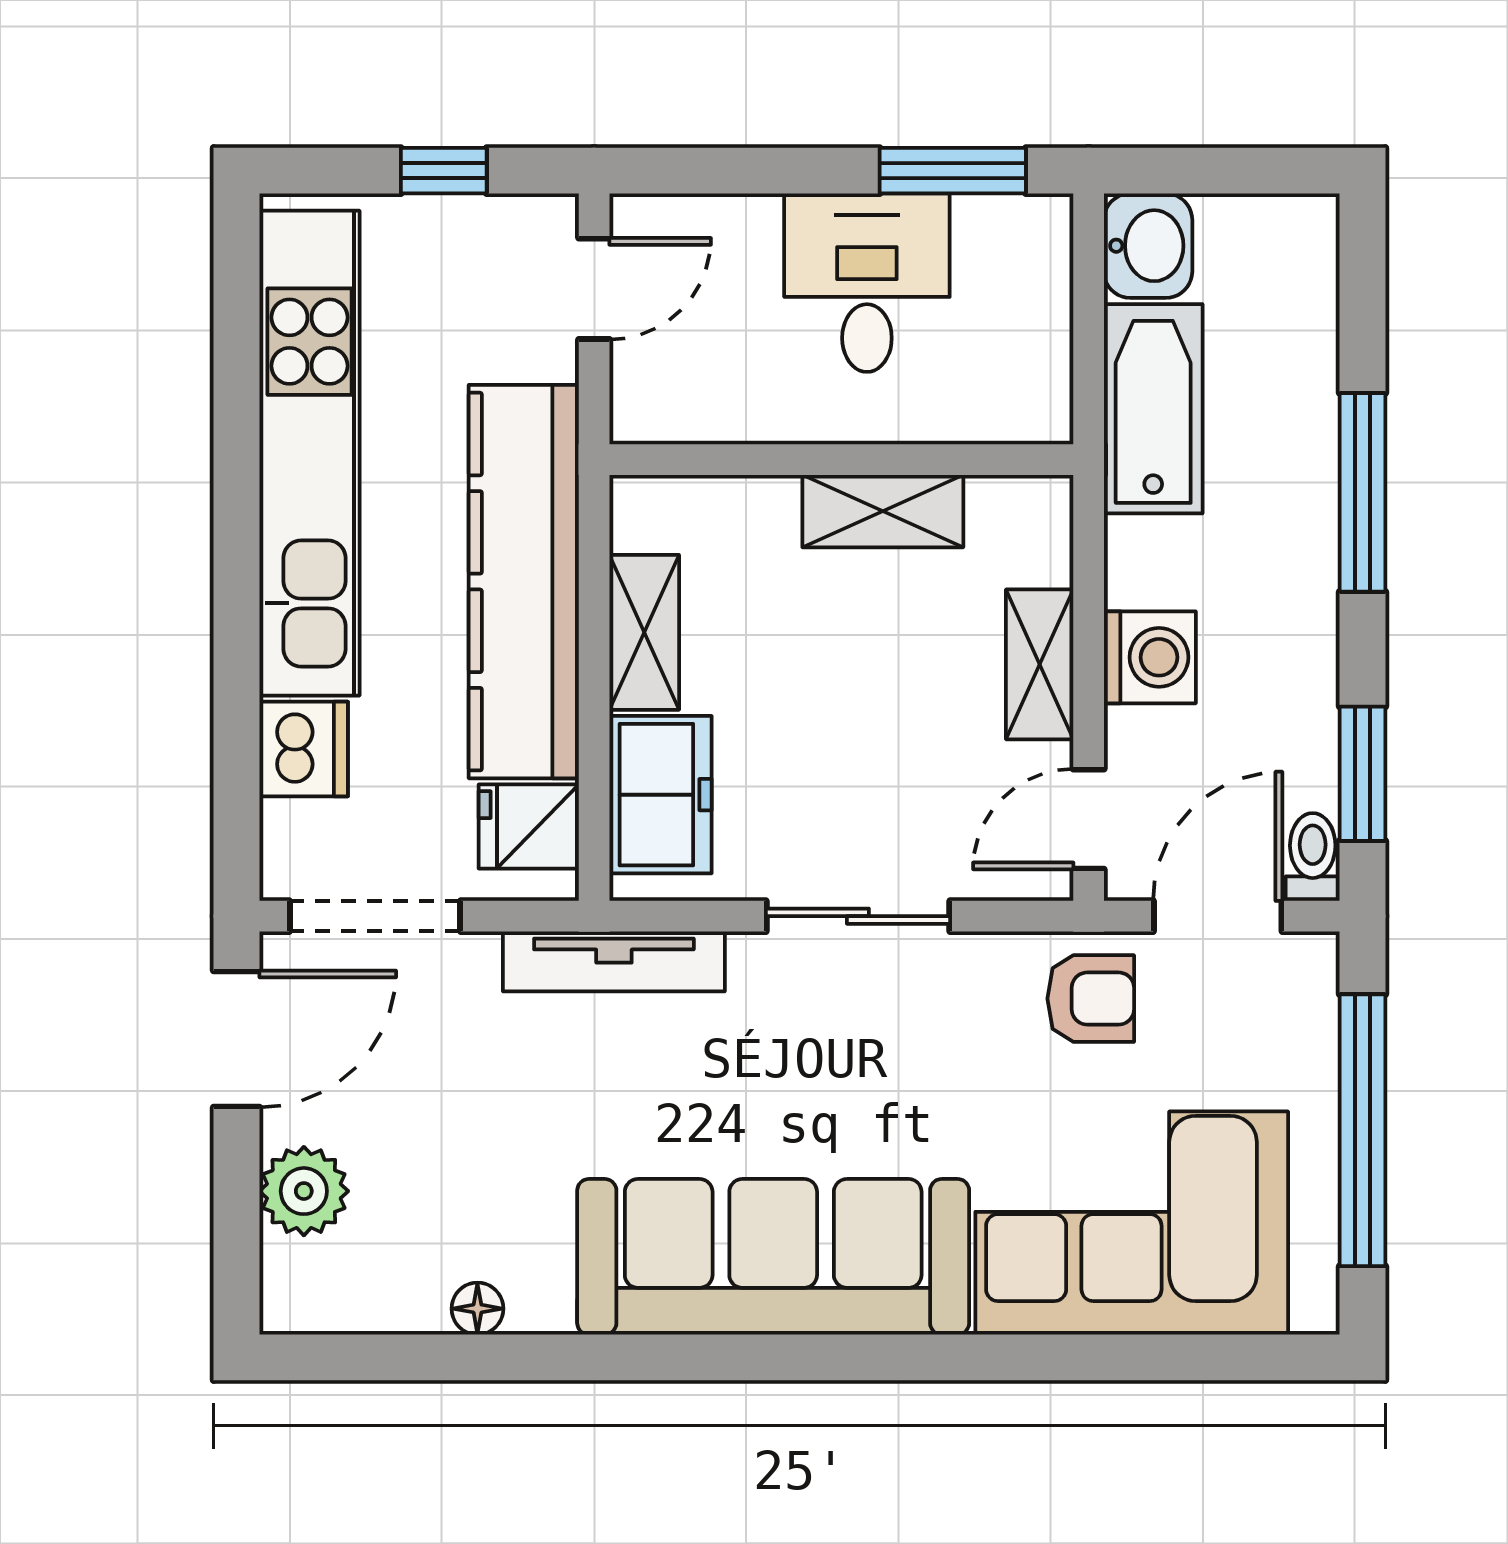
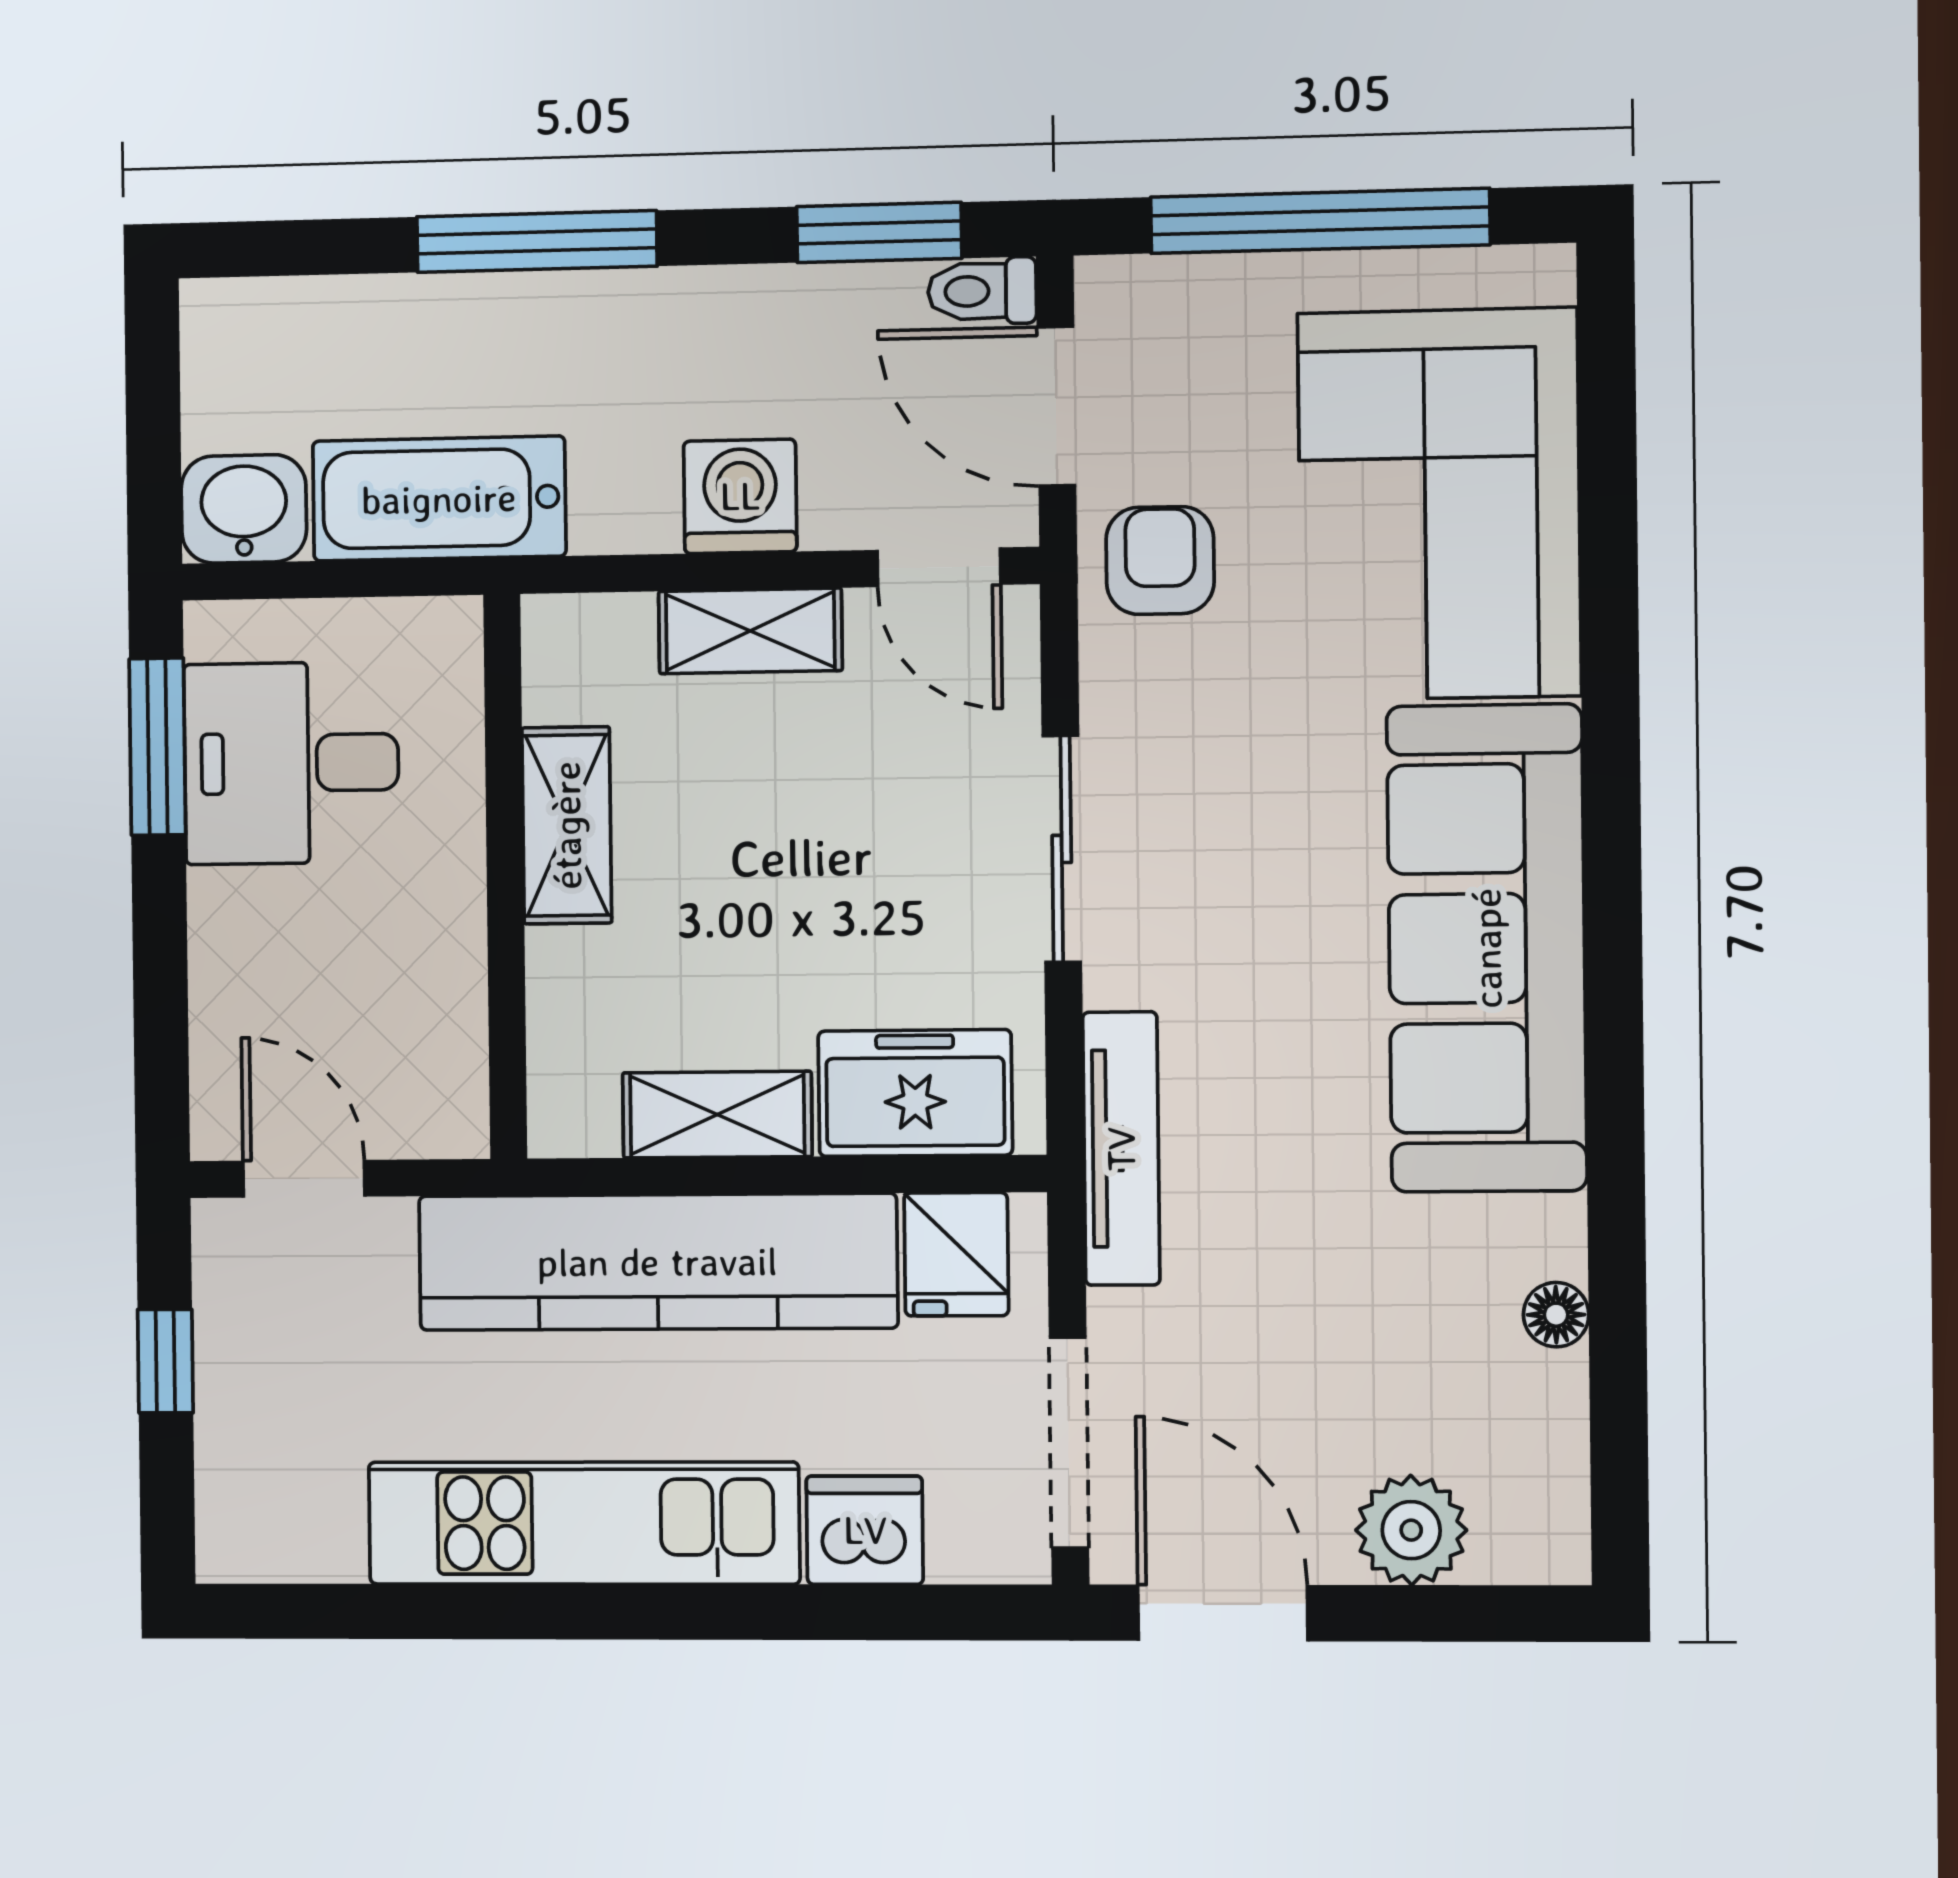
desk: (867, 283) -> (291, 763), moved
kitchen unit: (310, 453) -> (584, 1523), width x0.73

